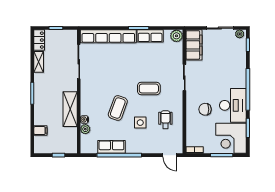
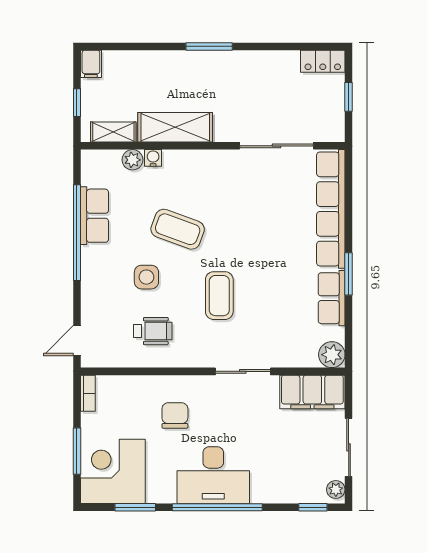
shelving: (39, 62) -> (113, 132), moved
desk: (233, 105) -> (213, 475), moved
filing cabinet: (40, 131) -> (91, 64), moved

